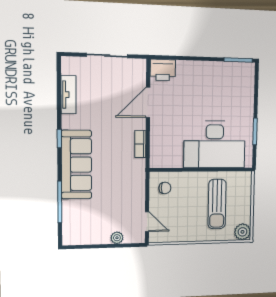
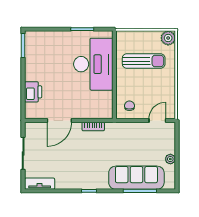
printer: (163, 70) -> (33, 92), moved
tv unit: (68, 95) -> (40, 184), moved
door: (148, 102) -> (59, 120), hinge flipped
sofa: (77, 165) -> (136, 178), moved
plant: (117, 238) -> (170, 159), moved

